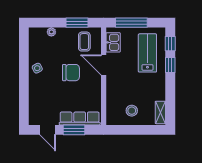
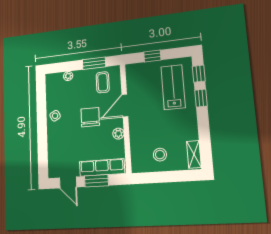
window: (131, 23) -> (152, 56), width x0.46
kitchen sink: (113, 42) -> (134, 80), removed
door: (104, 65) -> (125, 105), hinge flipped
chair: (71, 73) -> (90, 117), turned -90
plant: (96, 90) -> (118, 134), added

